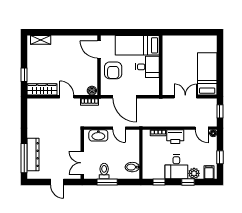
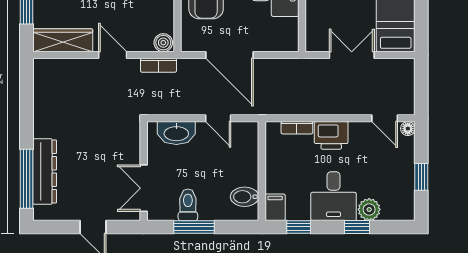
window: (220, 111) -> (421, 85), removed
filing cabinet: (209, 172) -> (275, 207), moved

